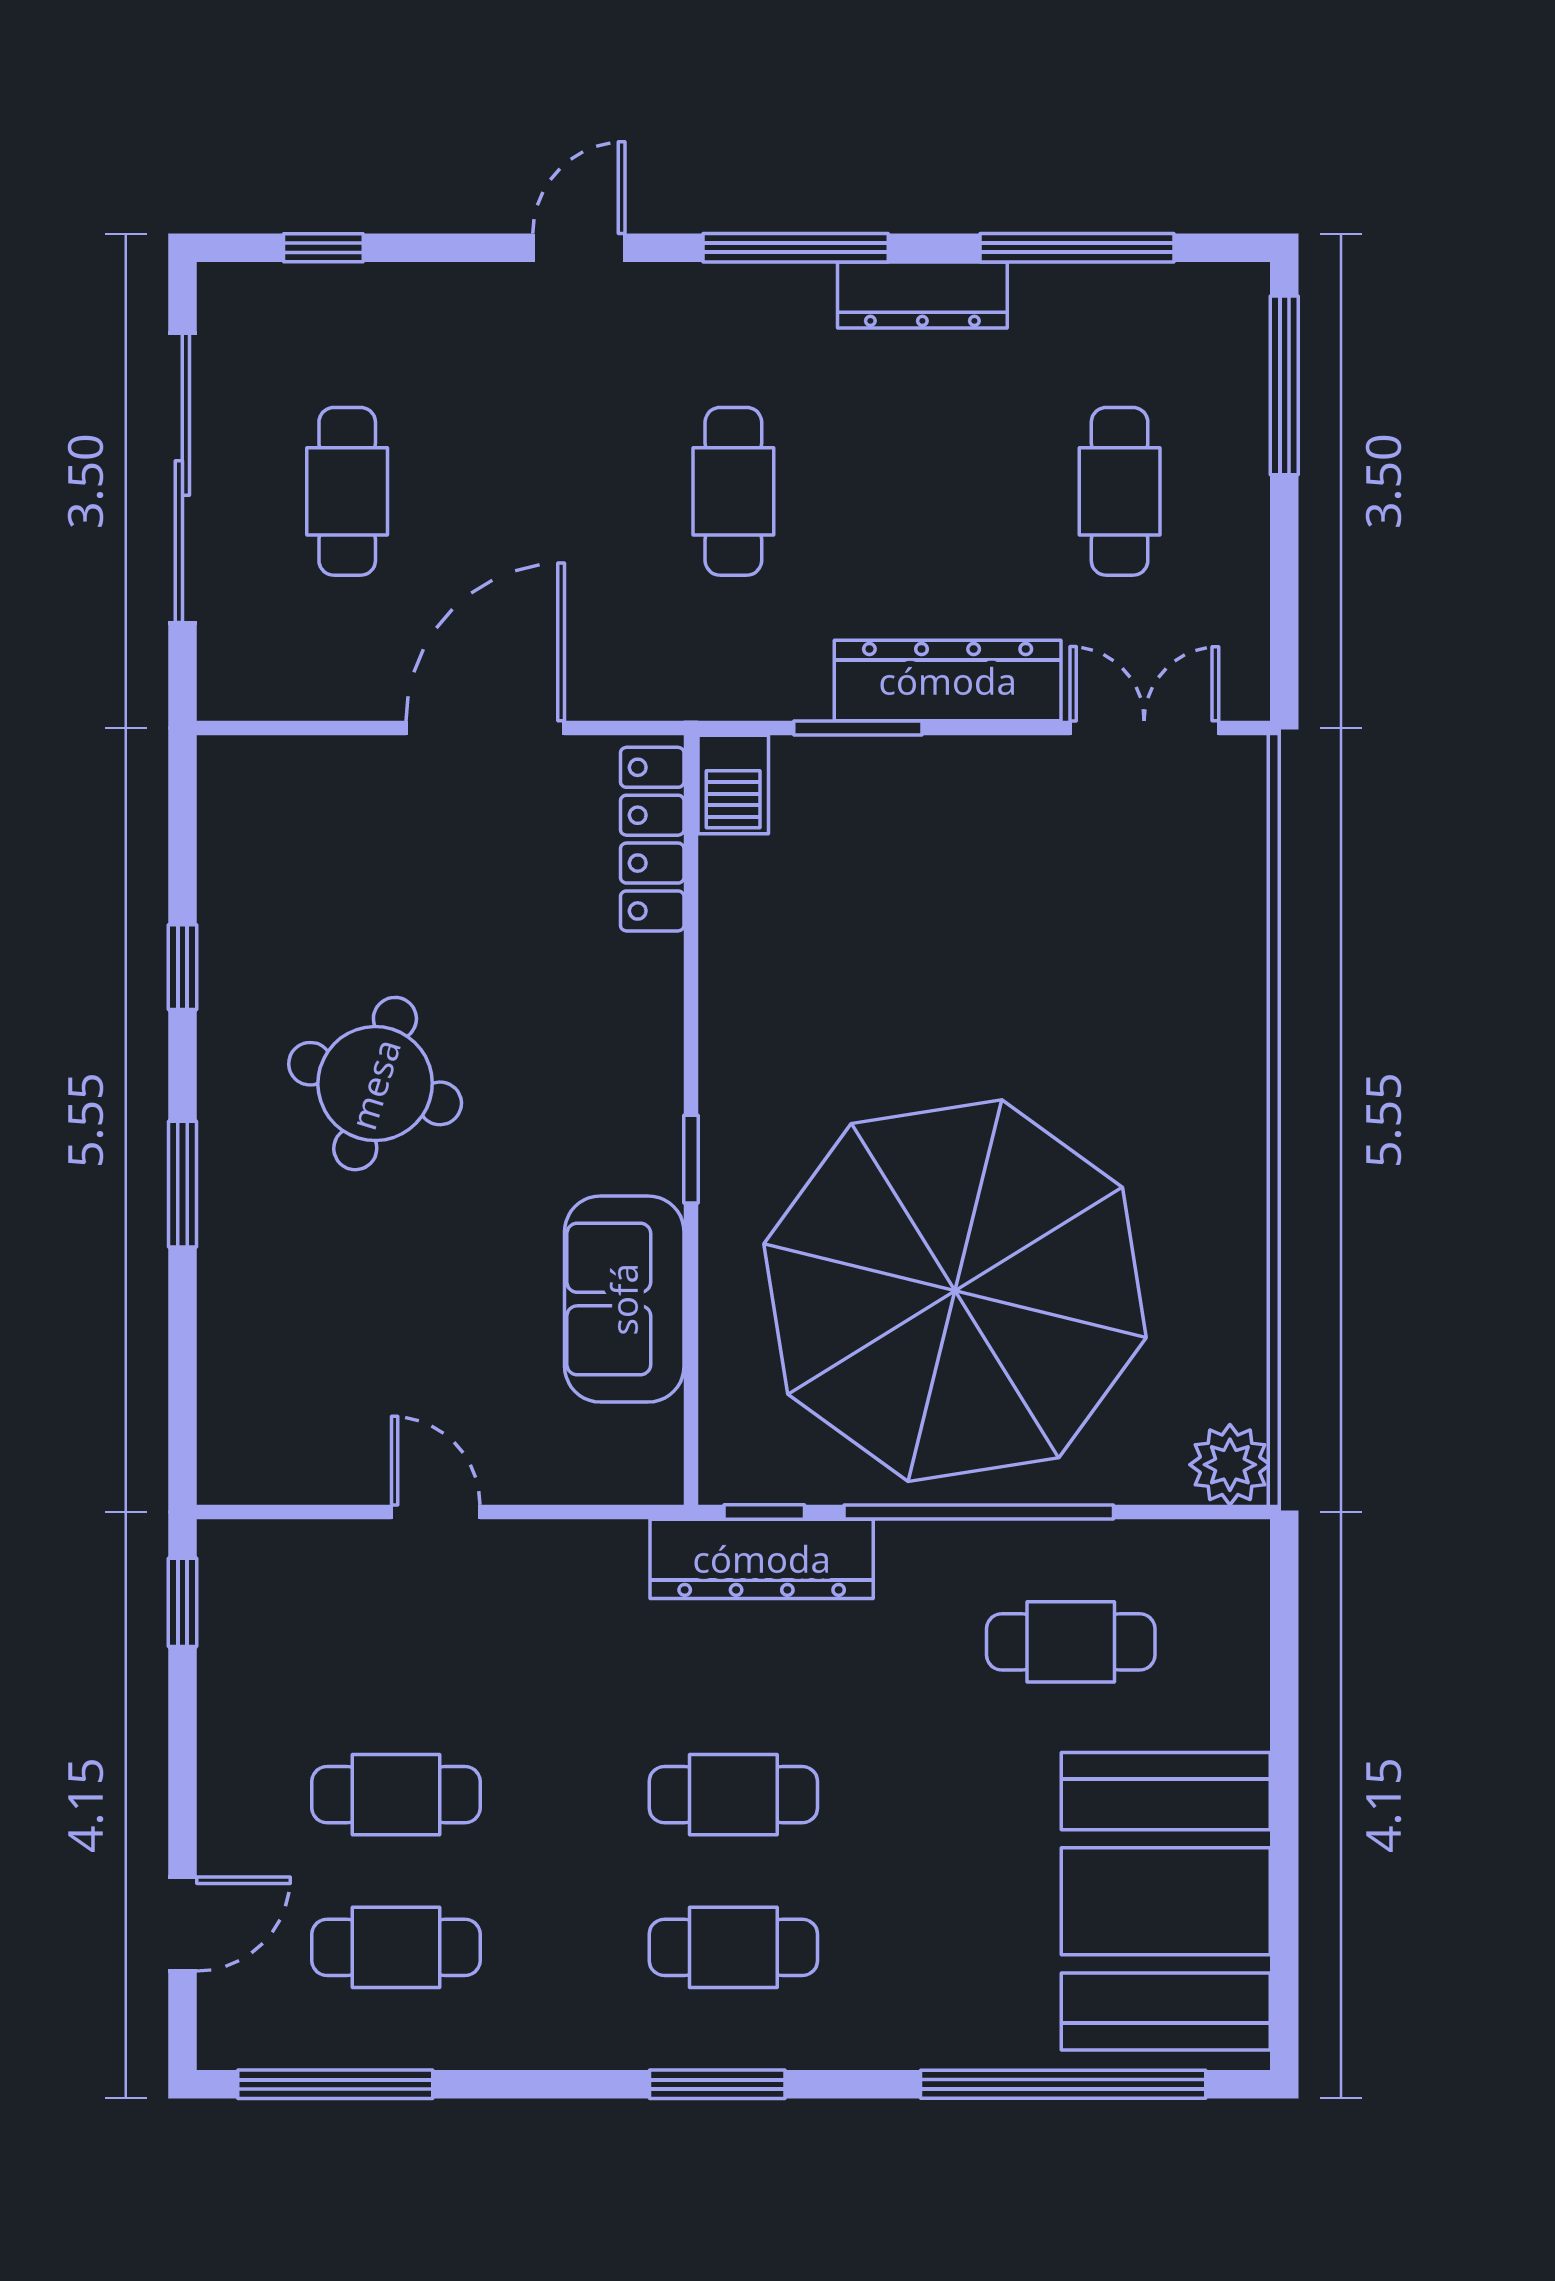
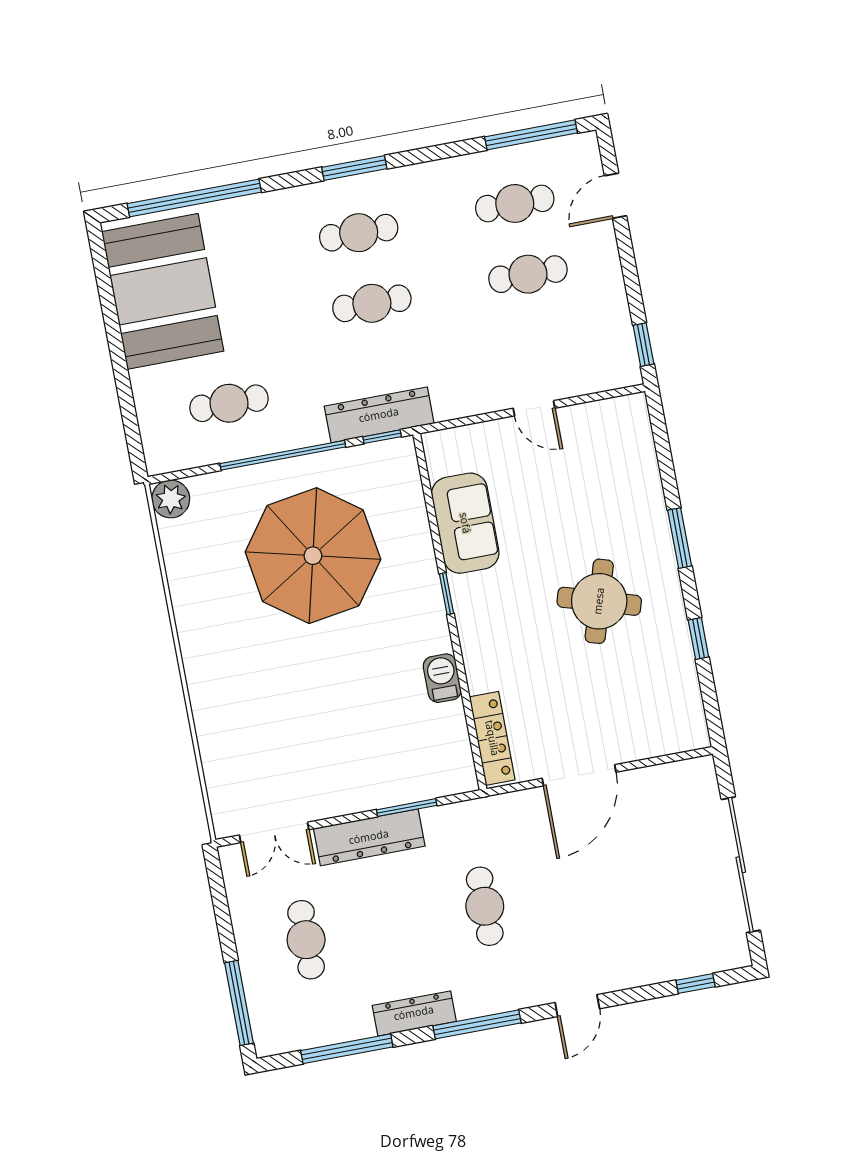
cafe table: (347, 491) -> (663, 873), removed
barbecue: (733, 784) -> (442, 678), moved
parasol: (955, 1291) -> (313, 556), width x0.73, depth x0.73

